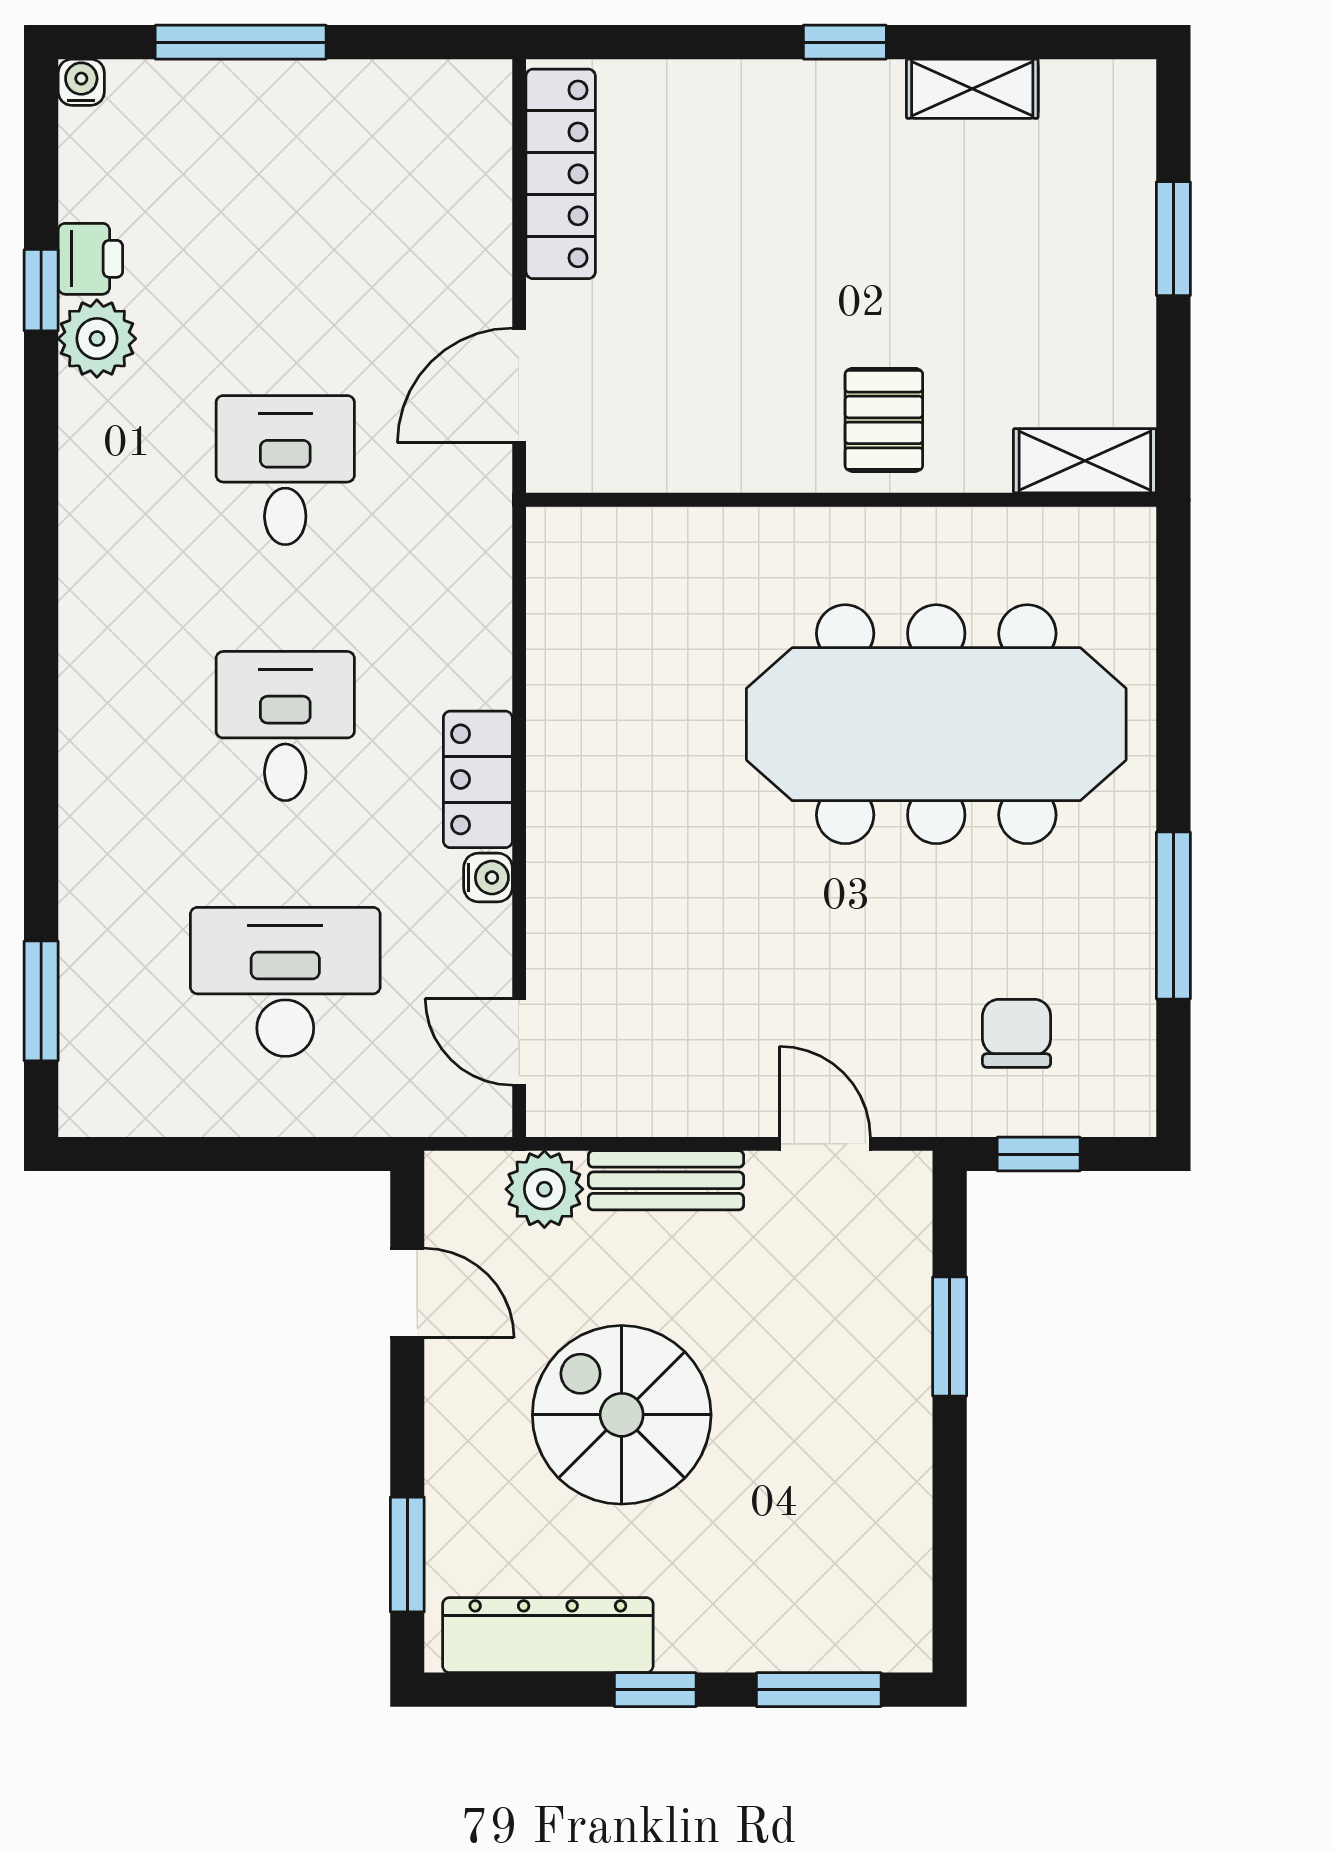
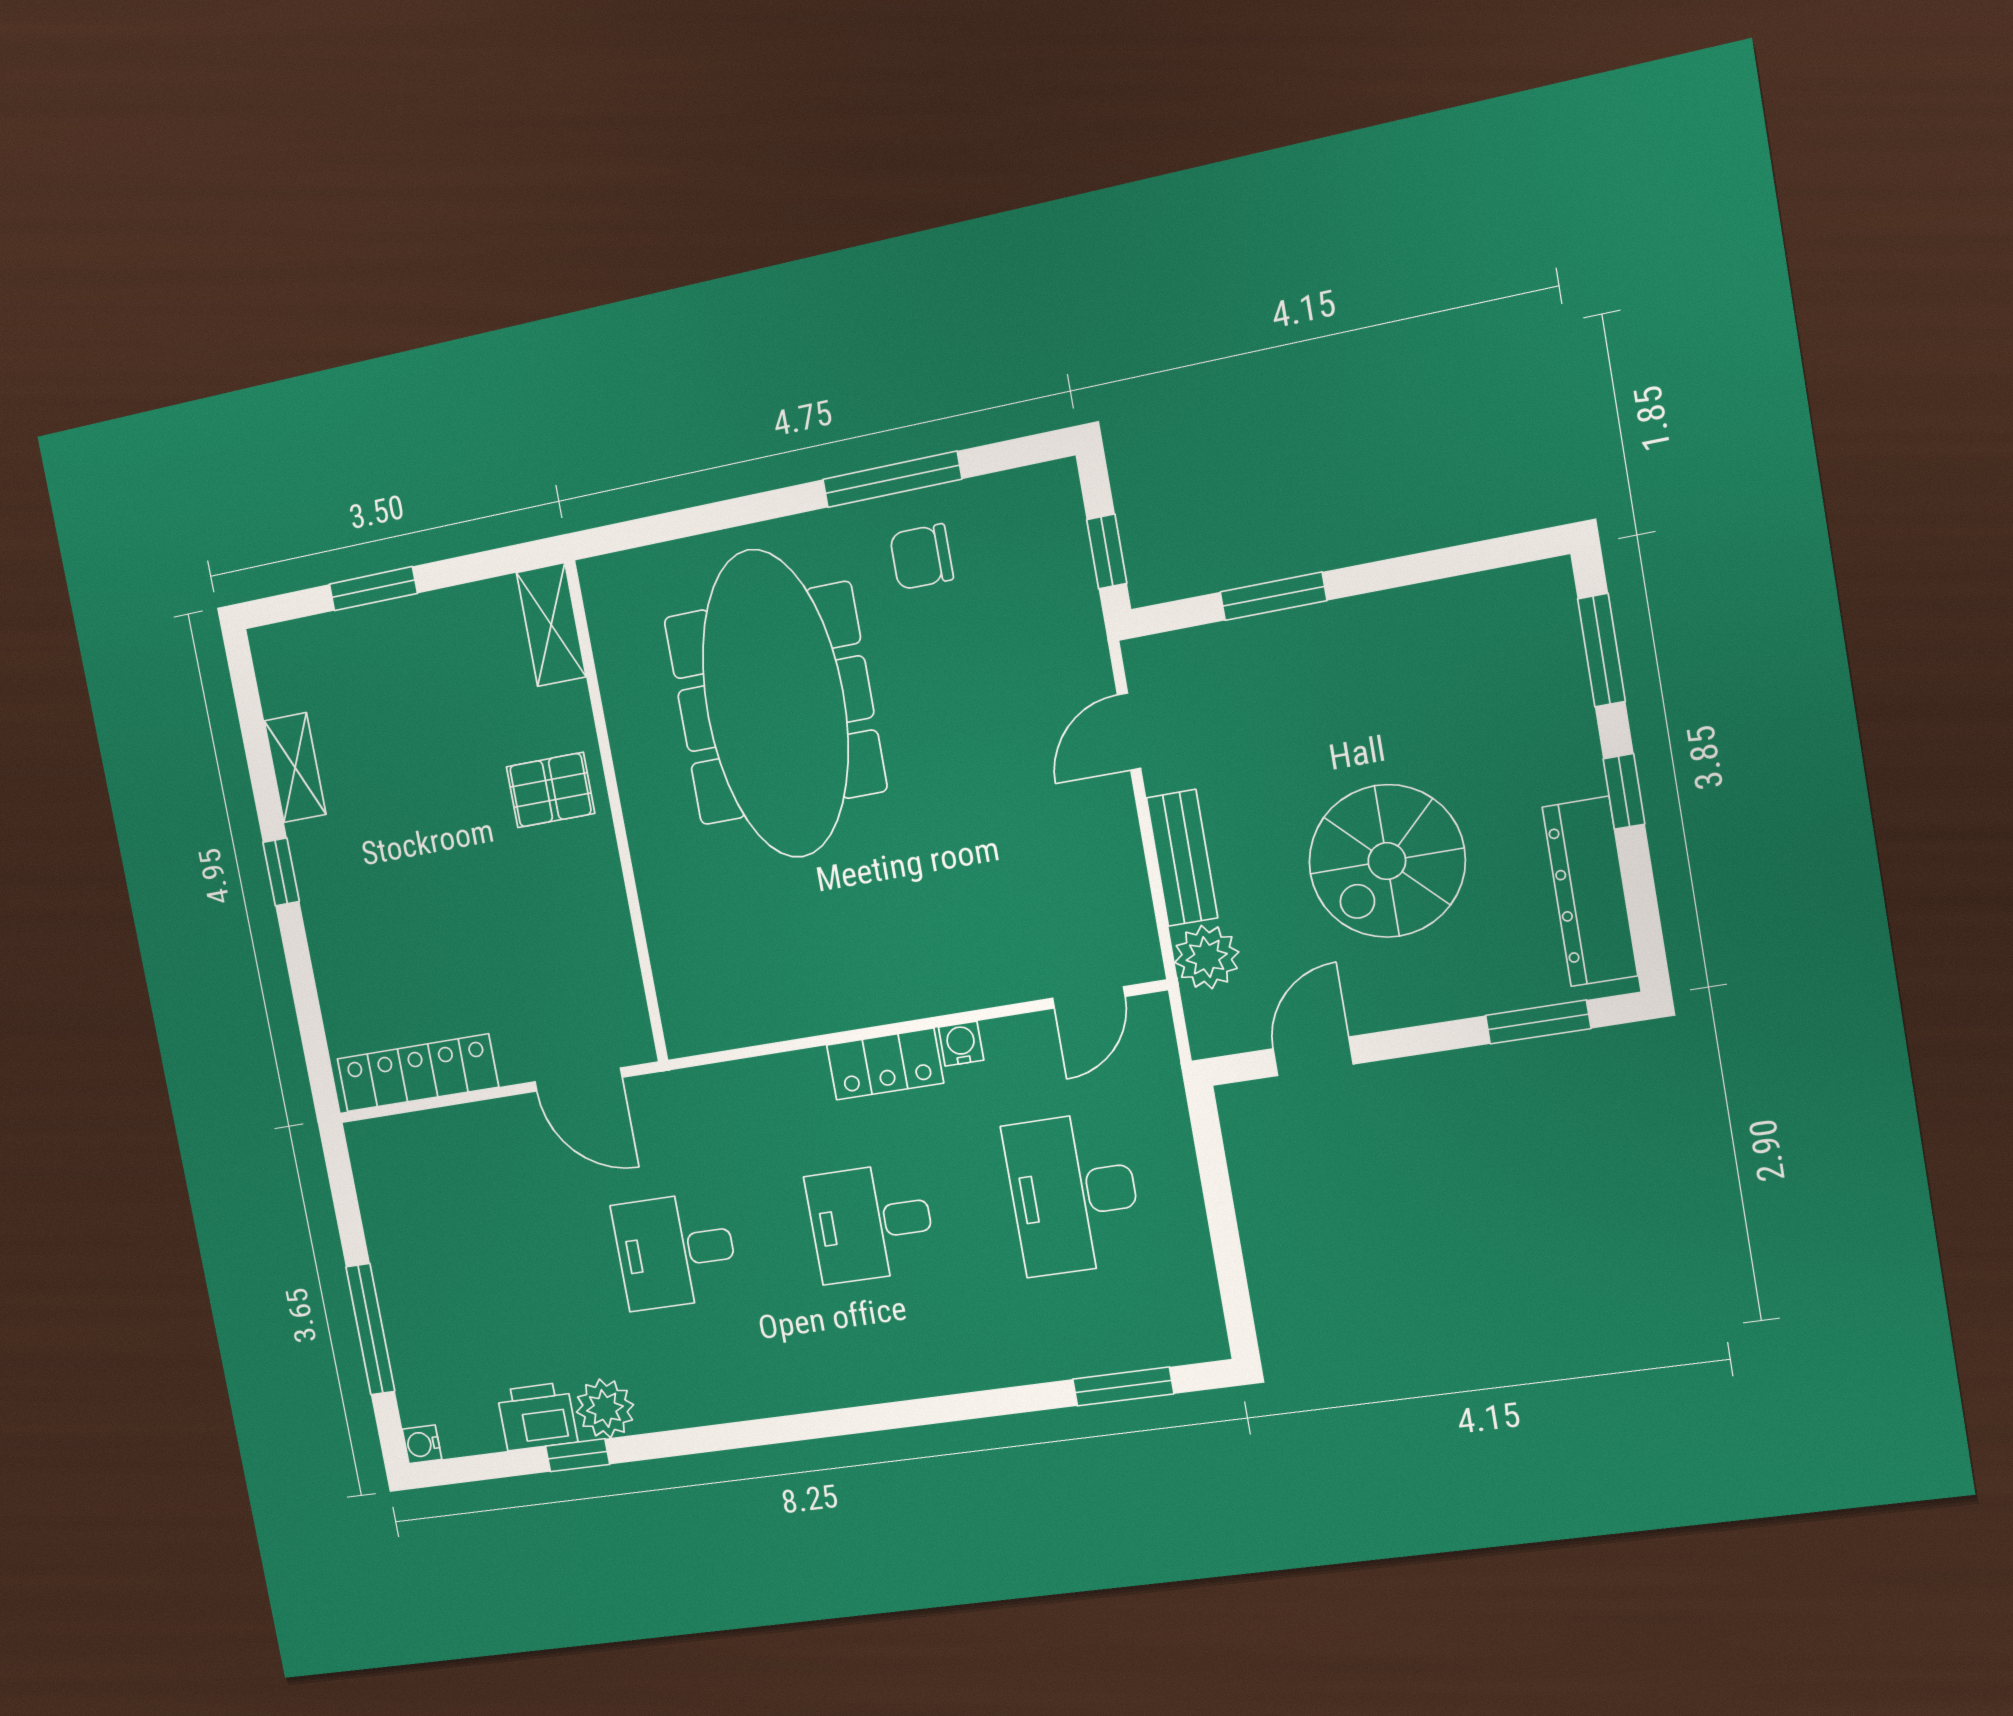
printer: (90, 259) -> (537, 1416), width x1.36, depth x1.24
chair: (1017, 1033) -> (922, 557), moved

